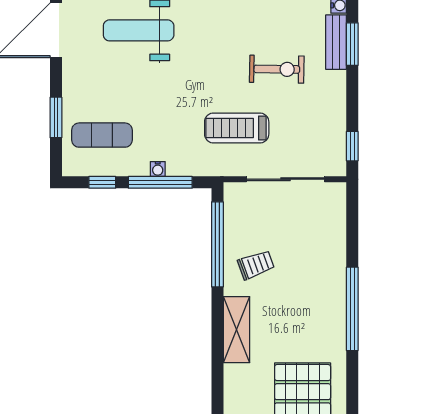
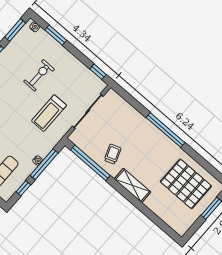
bench: (336, 42) -> (49, 41), removed

